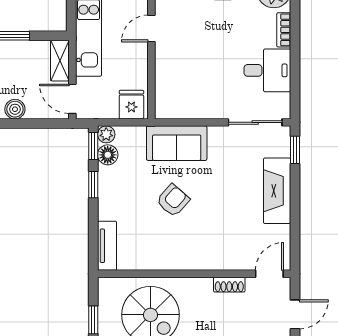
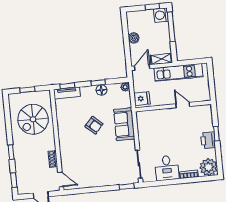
window: (93, 146) -> (67, 86), moved
floor lamp: (108, 155) -> (101, 90), moved
fireplace: (277, 191) -> (104, 179), removed

